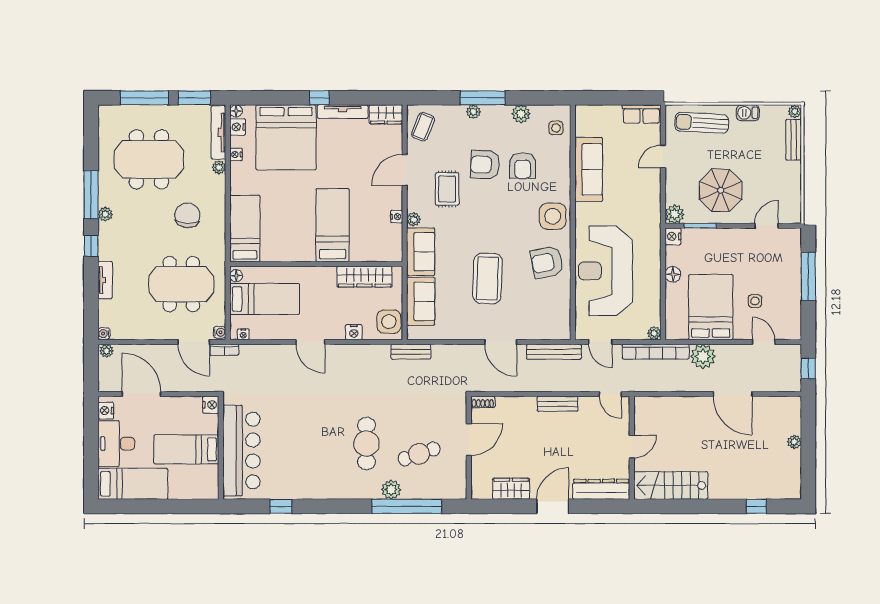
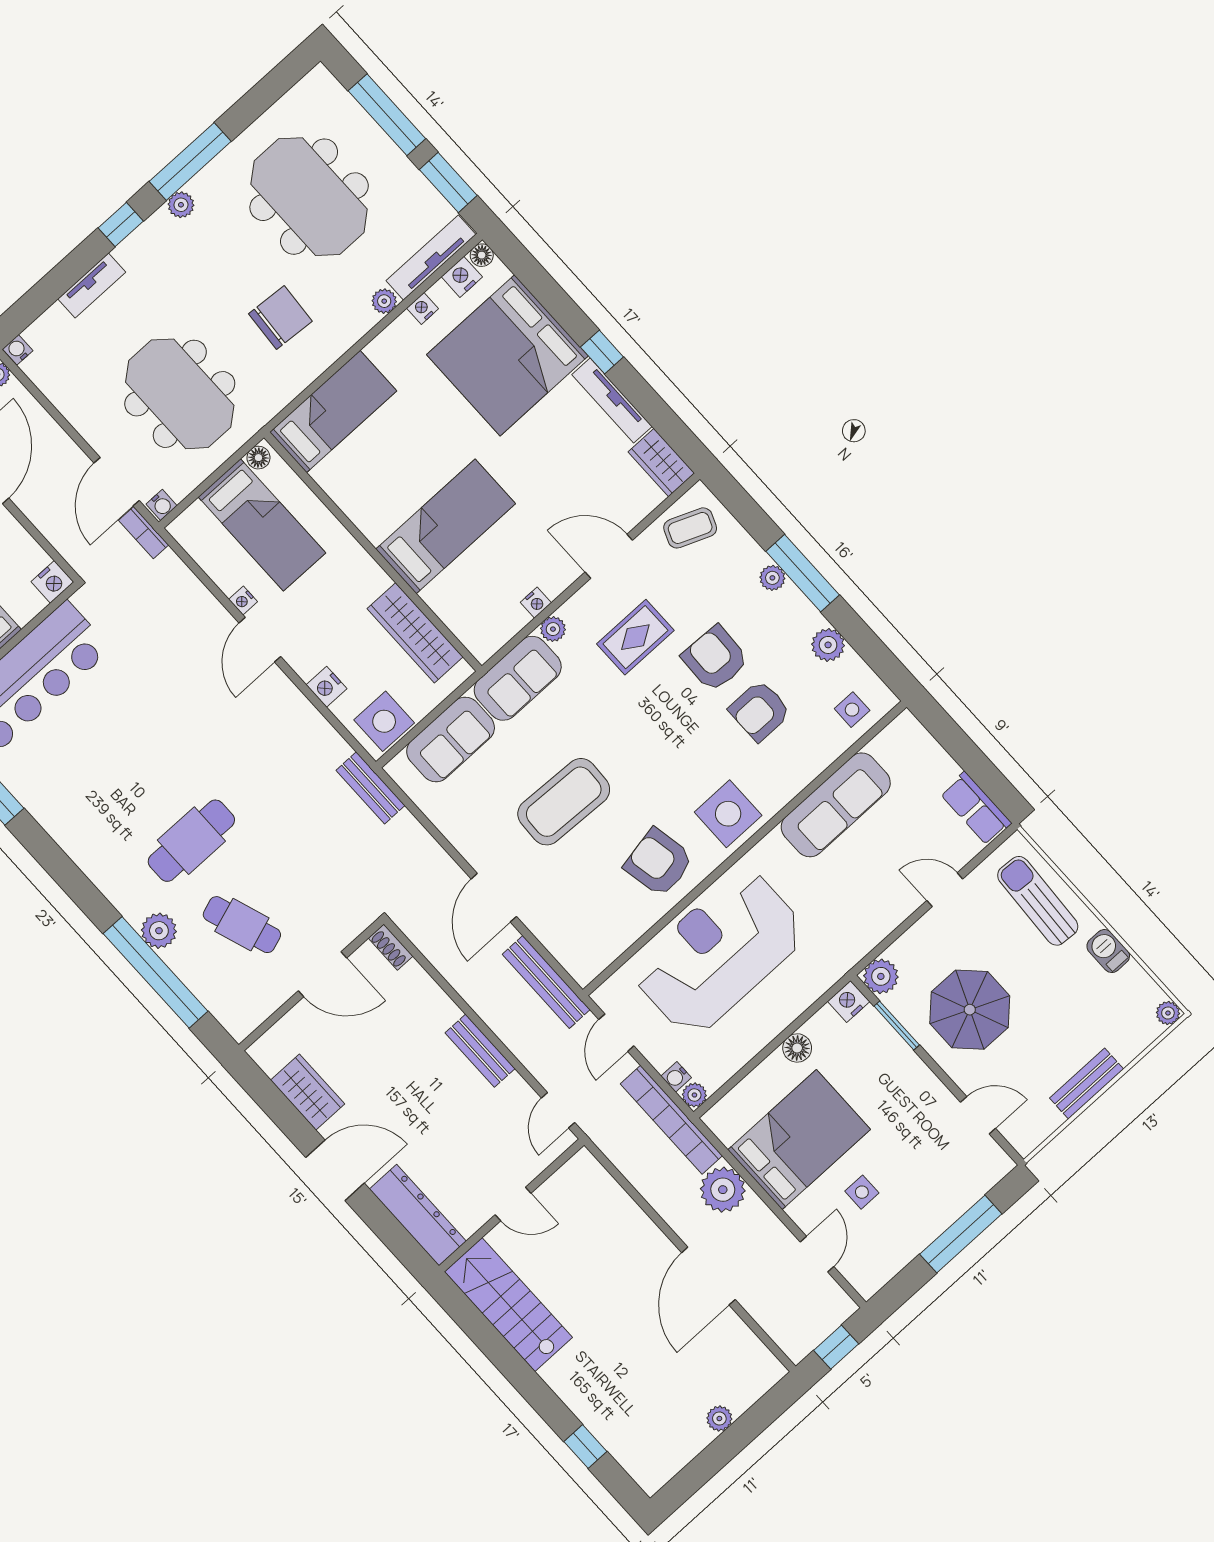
bench: (794, 140) -> (1087, 1084), moved
nightstand: (243, 334) -> (243, 600), moved
water cooler: (640, 334) -> (676, 1077), added

